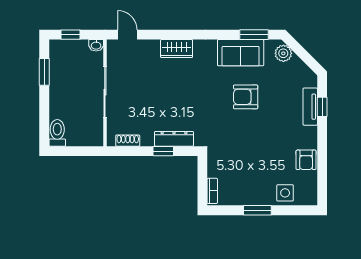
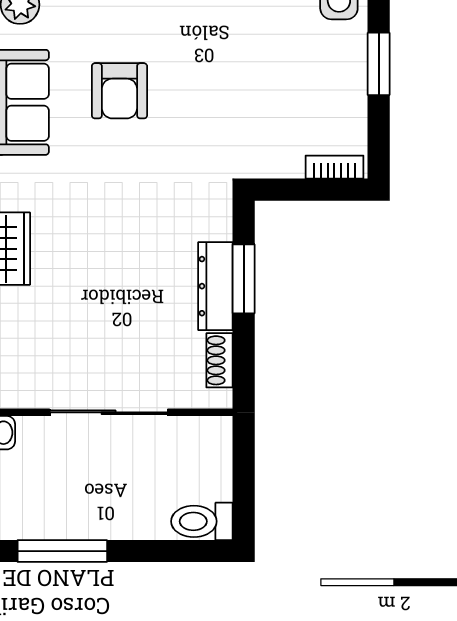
window: (44, 72) -> (62, 551), width x1.44
dresser: (174, 139) -> (215, 286), moved
window: (163, 151) -> (244, 279), width x1.50

